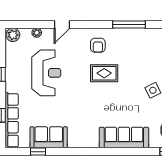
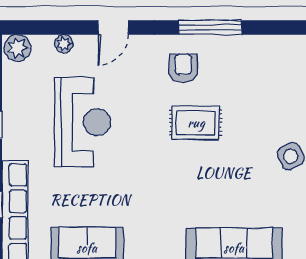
window: (129, 24) -> (210, 27), moved
armchair: (98, 45) -> (183, 68), turned 180

